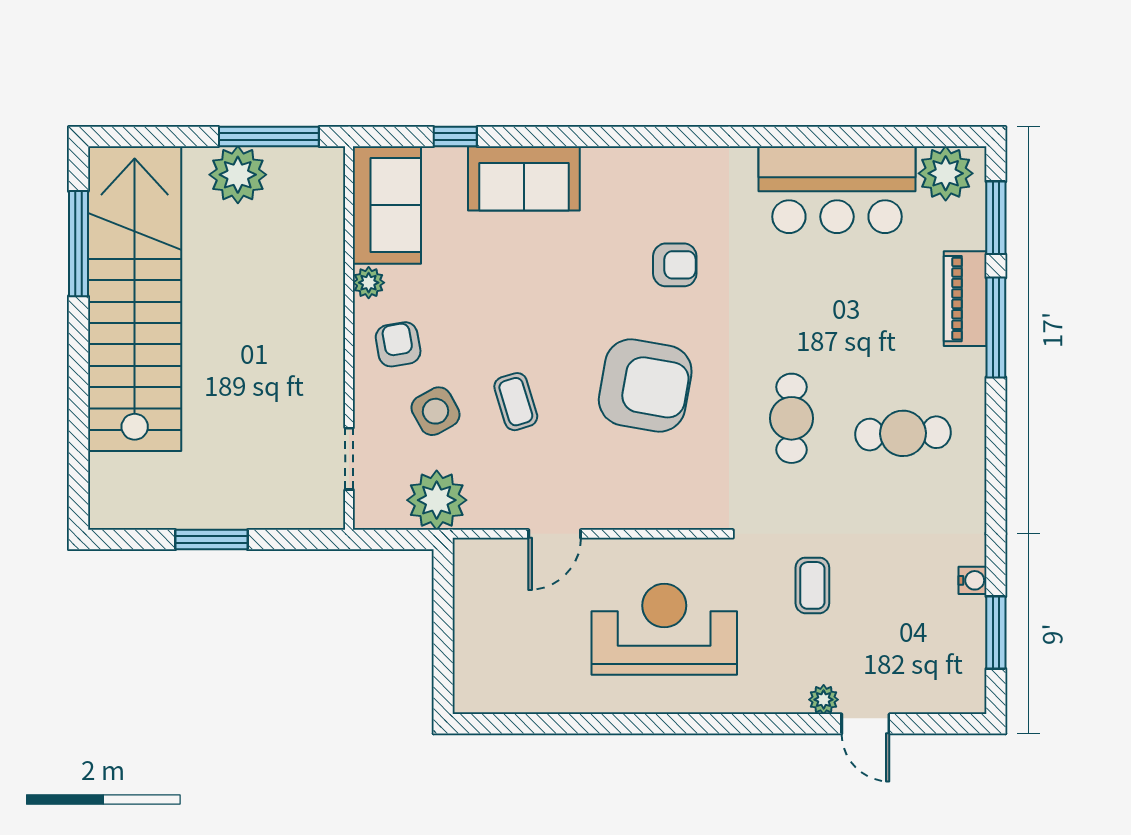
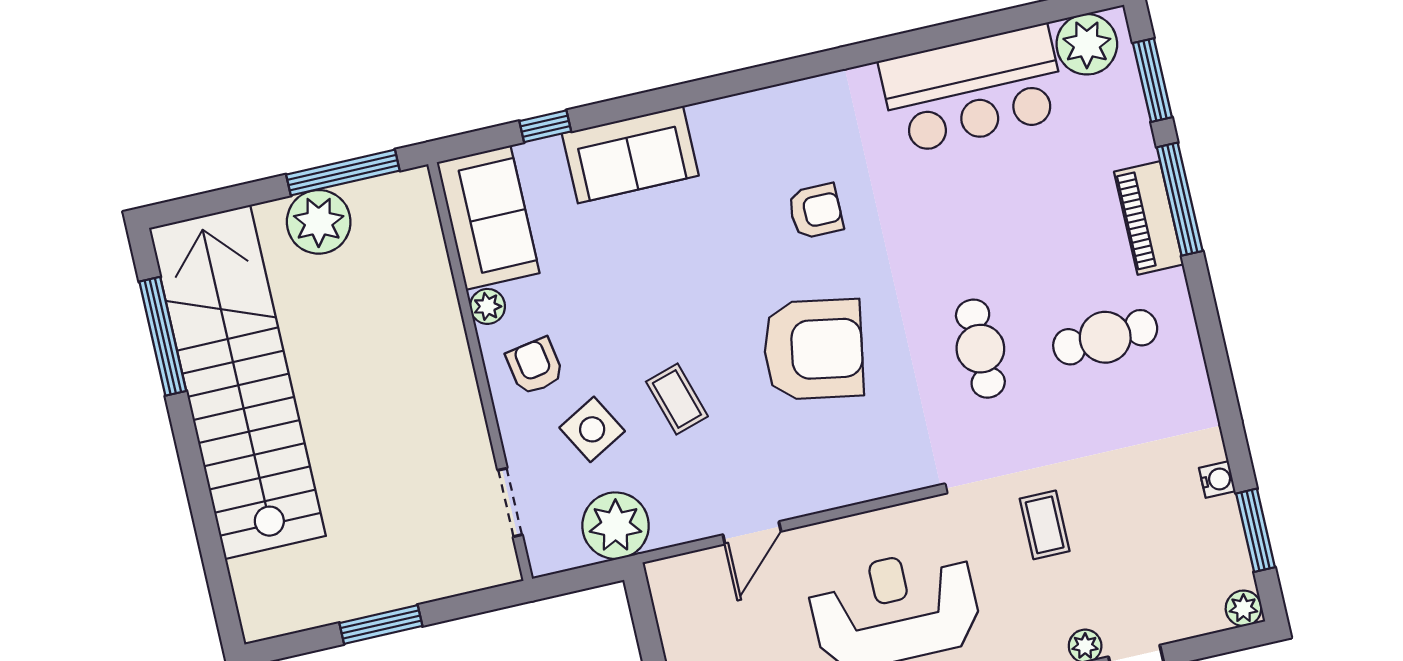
piano: (965, 299) -> (1149, 218), moved
plant: (970, 698) -> (1243, 608), added

